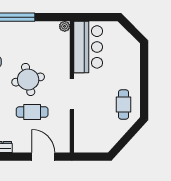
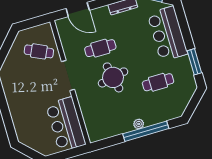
plant: (65, 26) -> (139, 124), moved
cafe table: (124, 104) -> (39, 51), moved, turned -65

